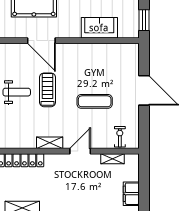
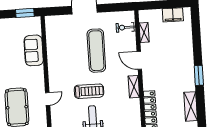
door: (41, 41) -> (48, 99), width x0.53
treadmill: (48, 90) -> (89, 91), turned 180
exercise mat: (95, 101) -> (96, 51), width x1.36, depth x1.45

